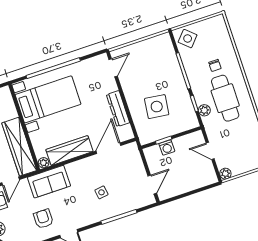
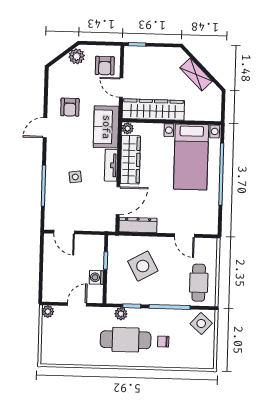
cafe table: (153, 53) -> (199, 283), added
door: (113, 68) -> (184, 235), moved
side table: (157, 107) -> (143, 266), turned -36
dresser: (118, 109) -> (138, 225), moved
washing machine: (167, 147) -> (96, 277), moved
door: (108, 148) -> (118, 201), hinge flipped
tv unit: (80, 165) -> (111, 165), added
armchair: (43, 219) -> (70, 107), turned 90

